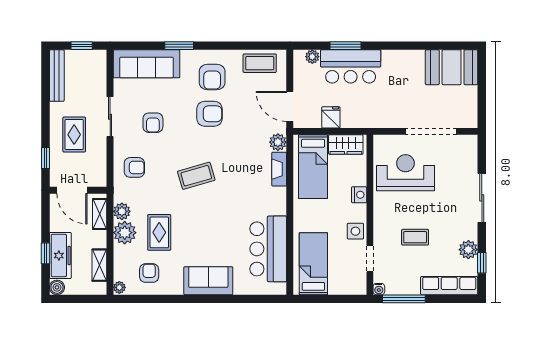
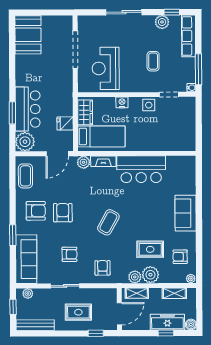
plant: (312, 57) -> (25, 142), width x1.88, depth x1.88
plant: (100, 66) -> (28, 293), added
coffee table: (196, 176) -> (108, 222), turned 45
bar counter: (268, 249) -> (141, 169), moved
bed: (313, 264) -> (173, 136), removed

